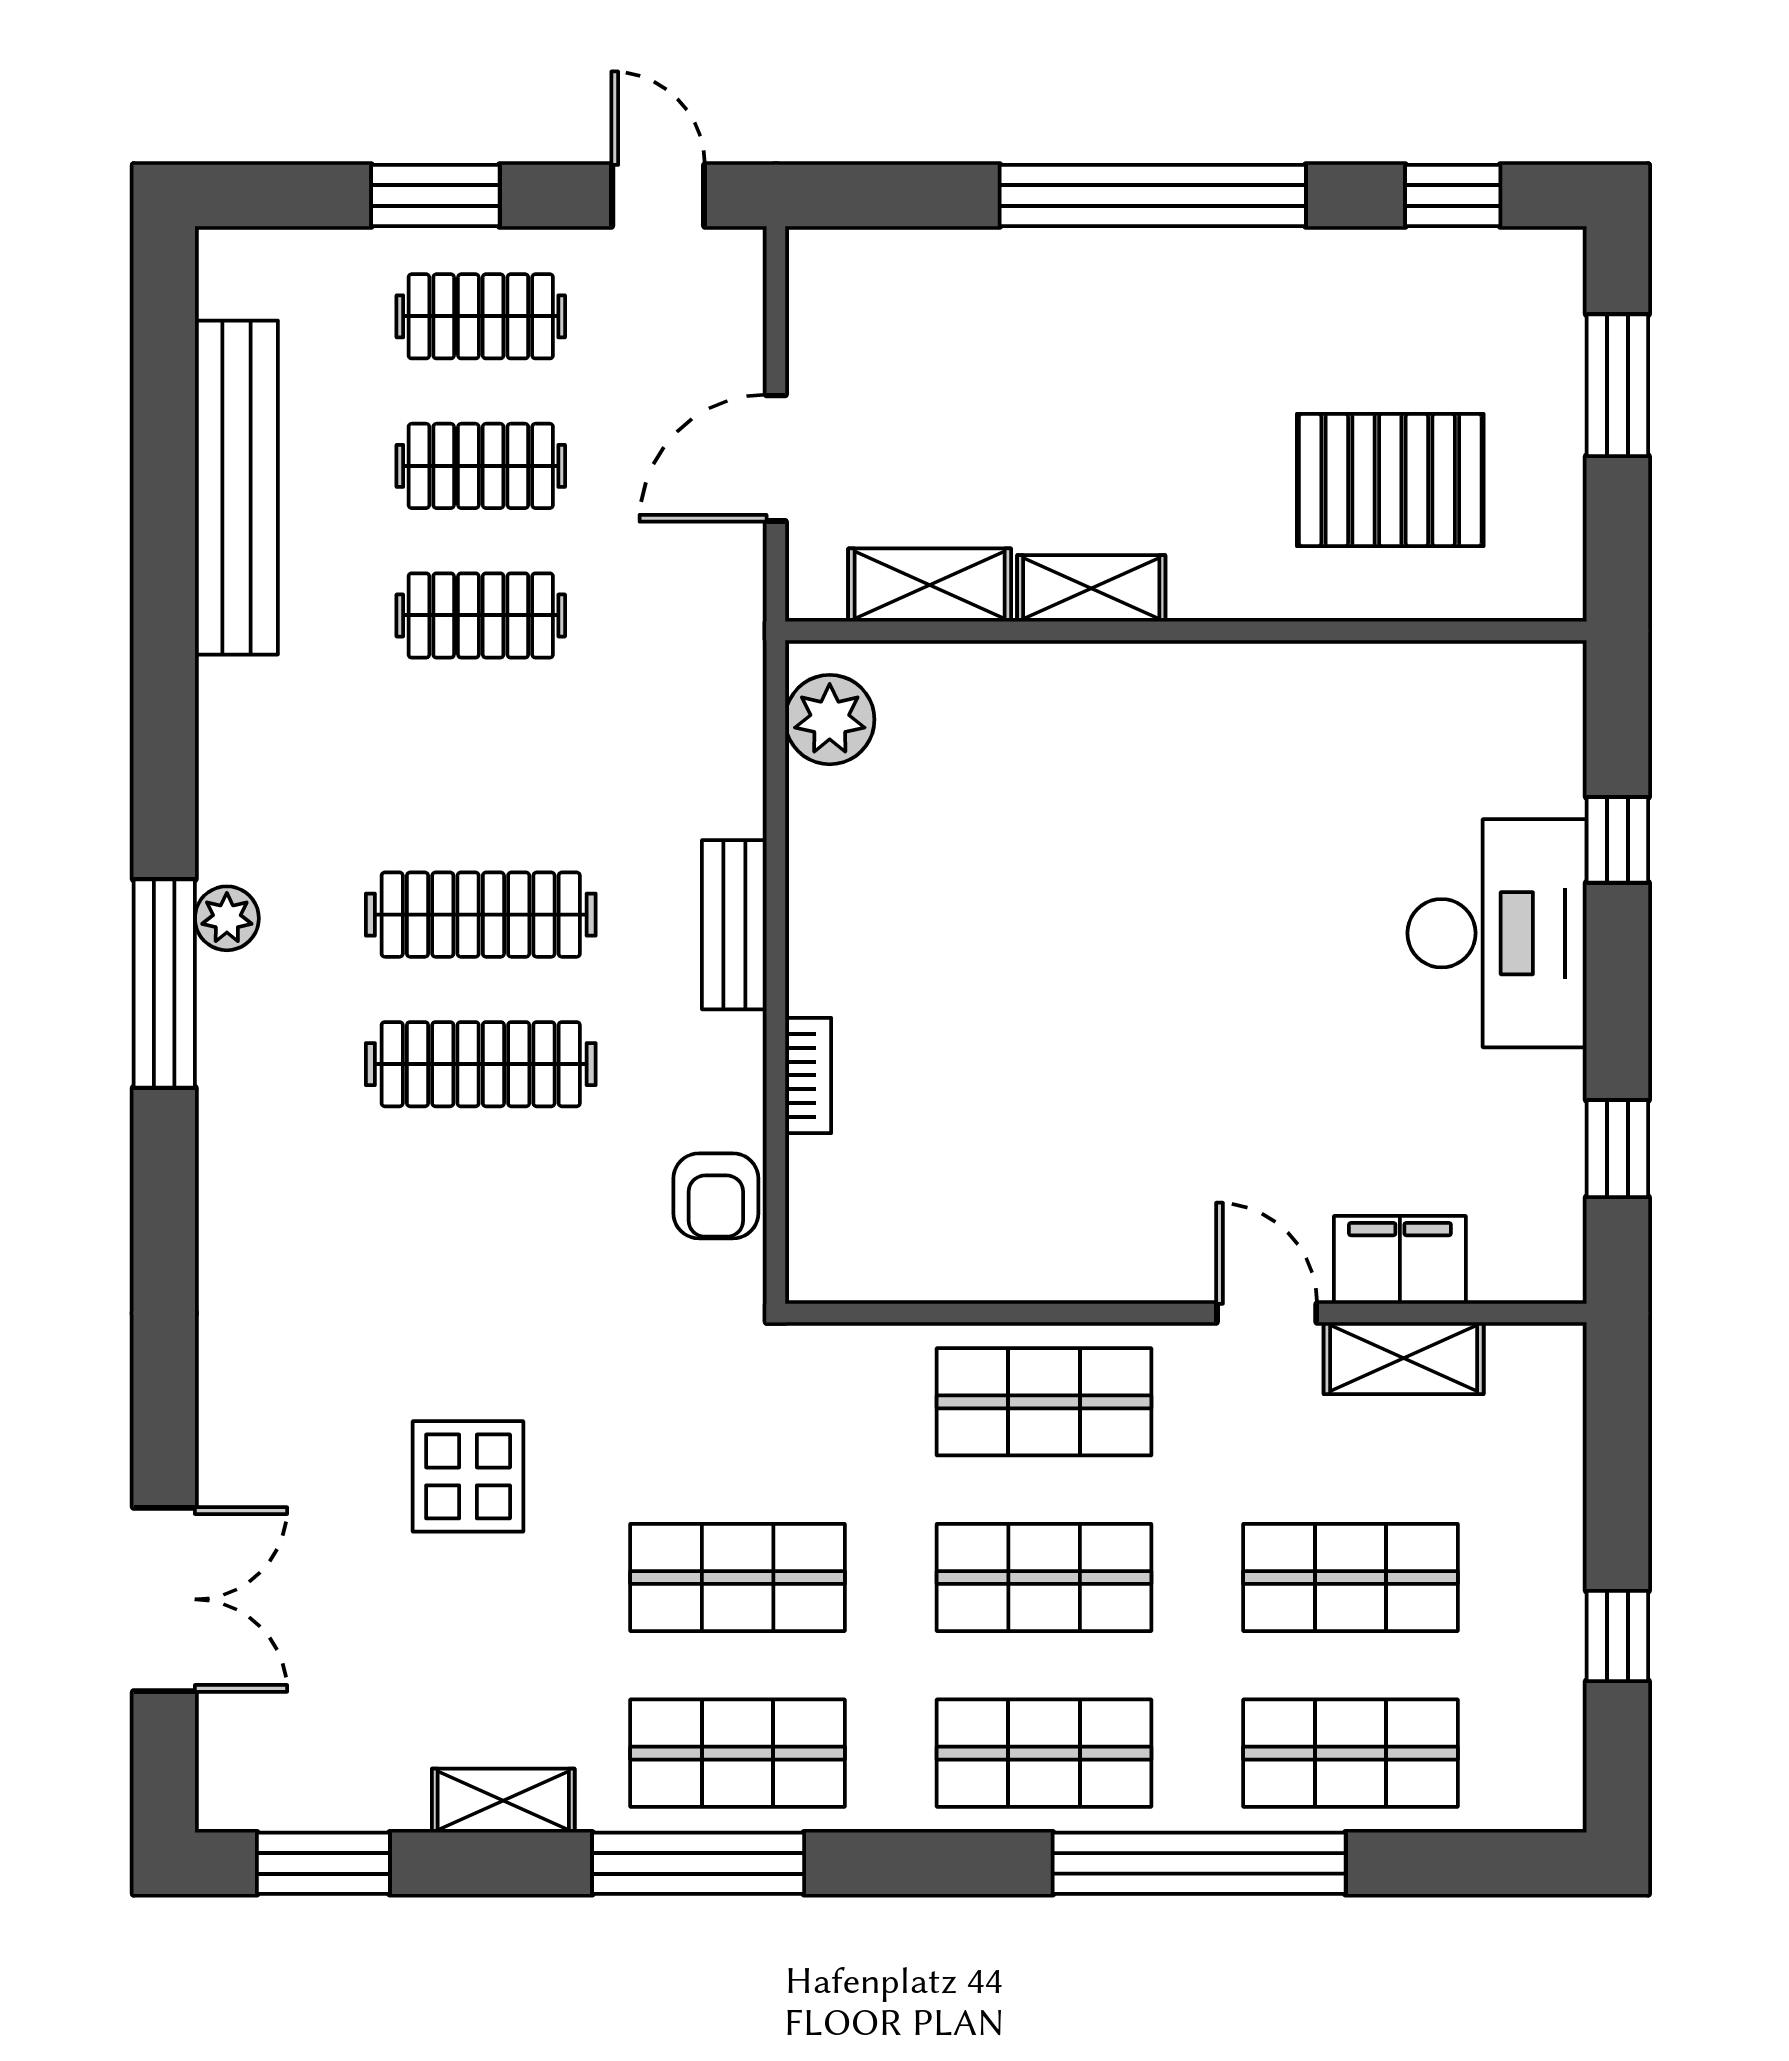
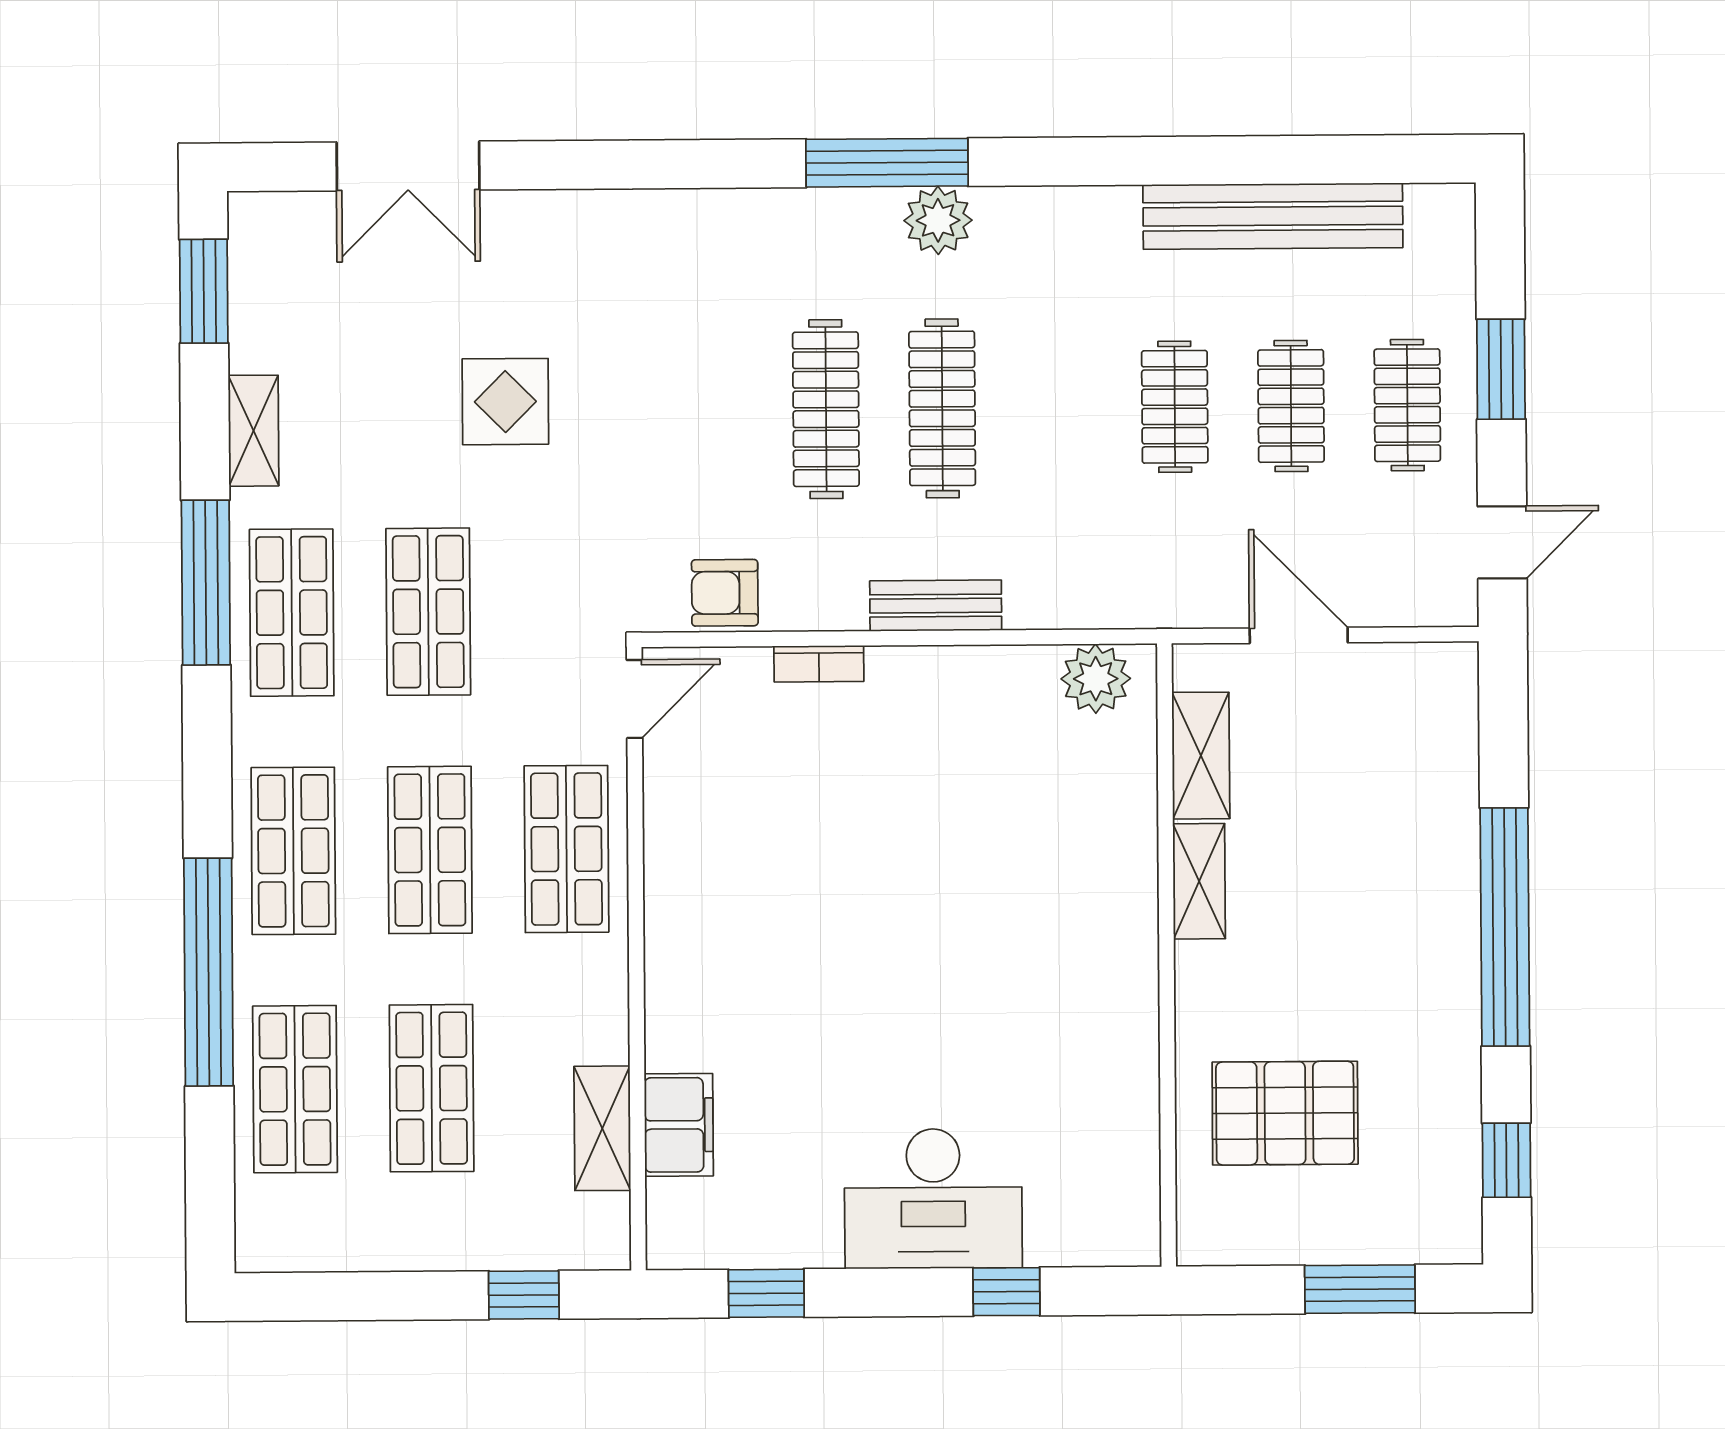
pallet: (1390, 480) -> (1285, 1113), turned 90
plant: (227, 918) -> (938, 220), width x1.38, depth x1.38
door: (1267, 1313) -> (634, 699), moved
window: (1617, 1636) -> (524, 1295), moved

